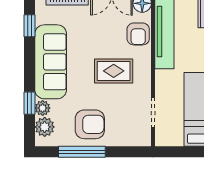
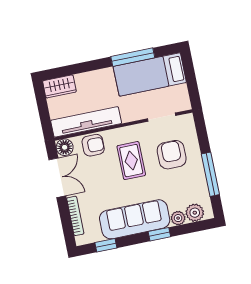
window: (29, 103) -> (159, 234), moved
armchair: (90, 124) -> (172, 155), moved

